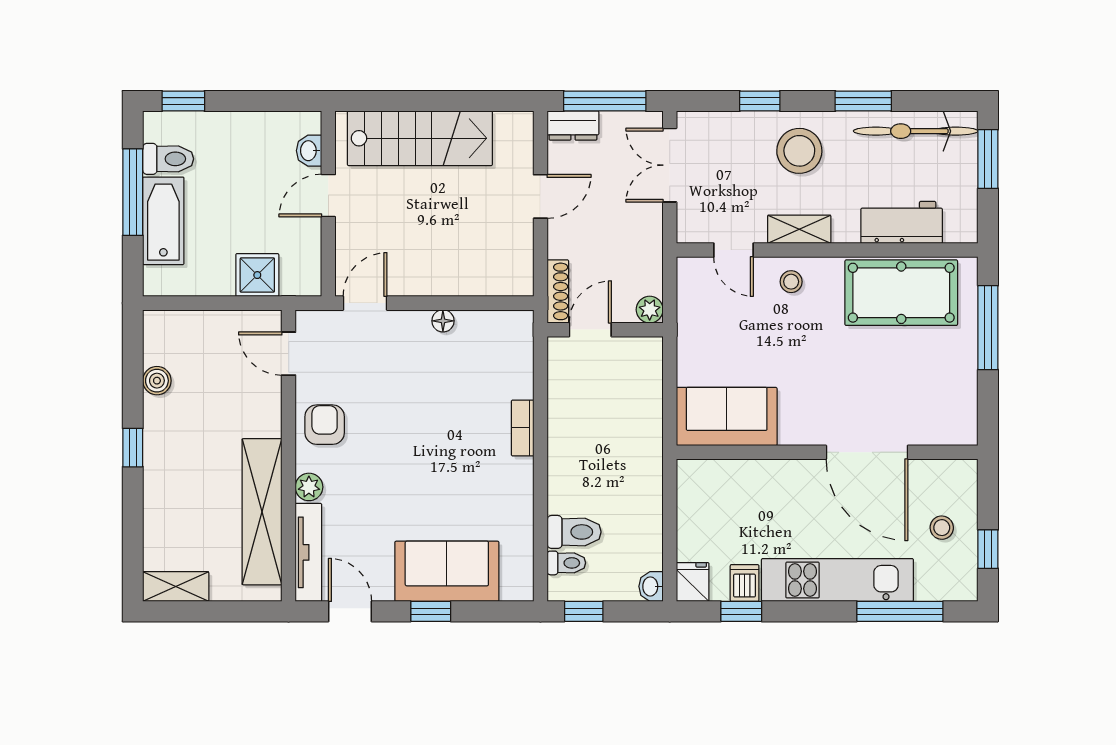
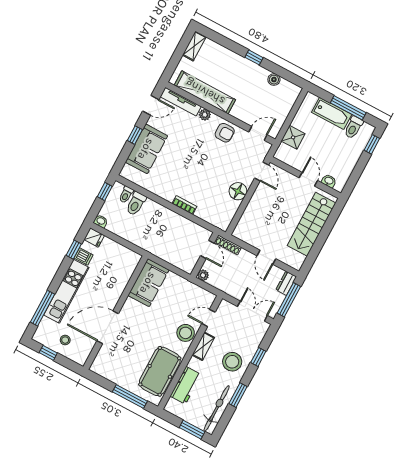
stool: (791, 282) -> (186, 333), width x1.89, depth x1.89
floor lamp: (443, 321) -> (238, 191), width x1.89, depth x1.89

